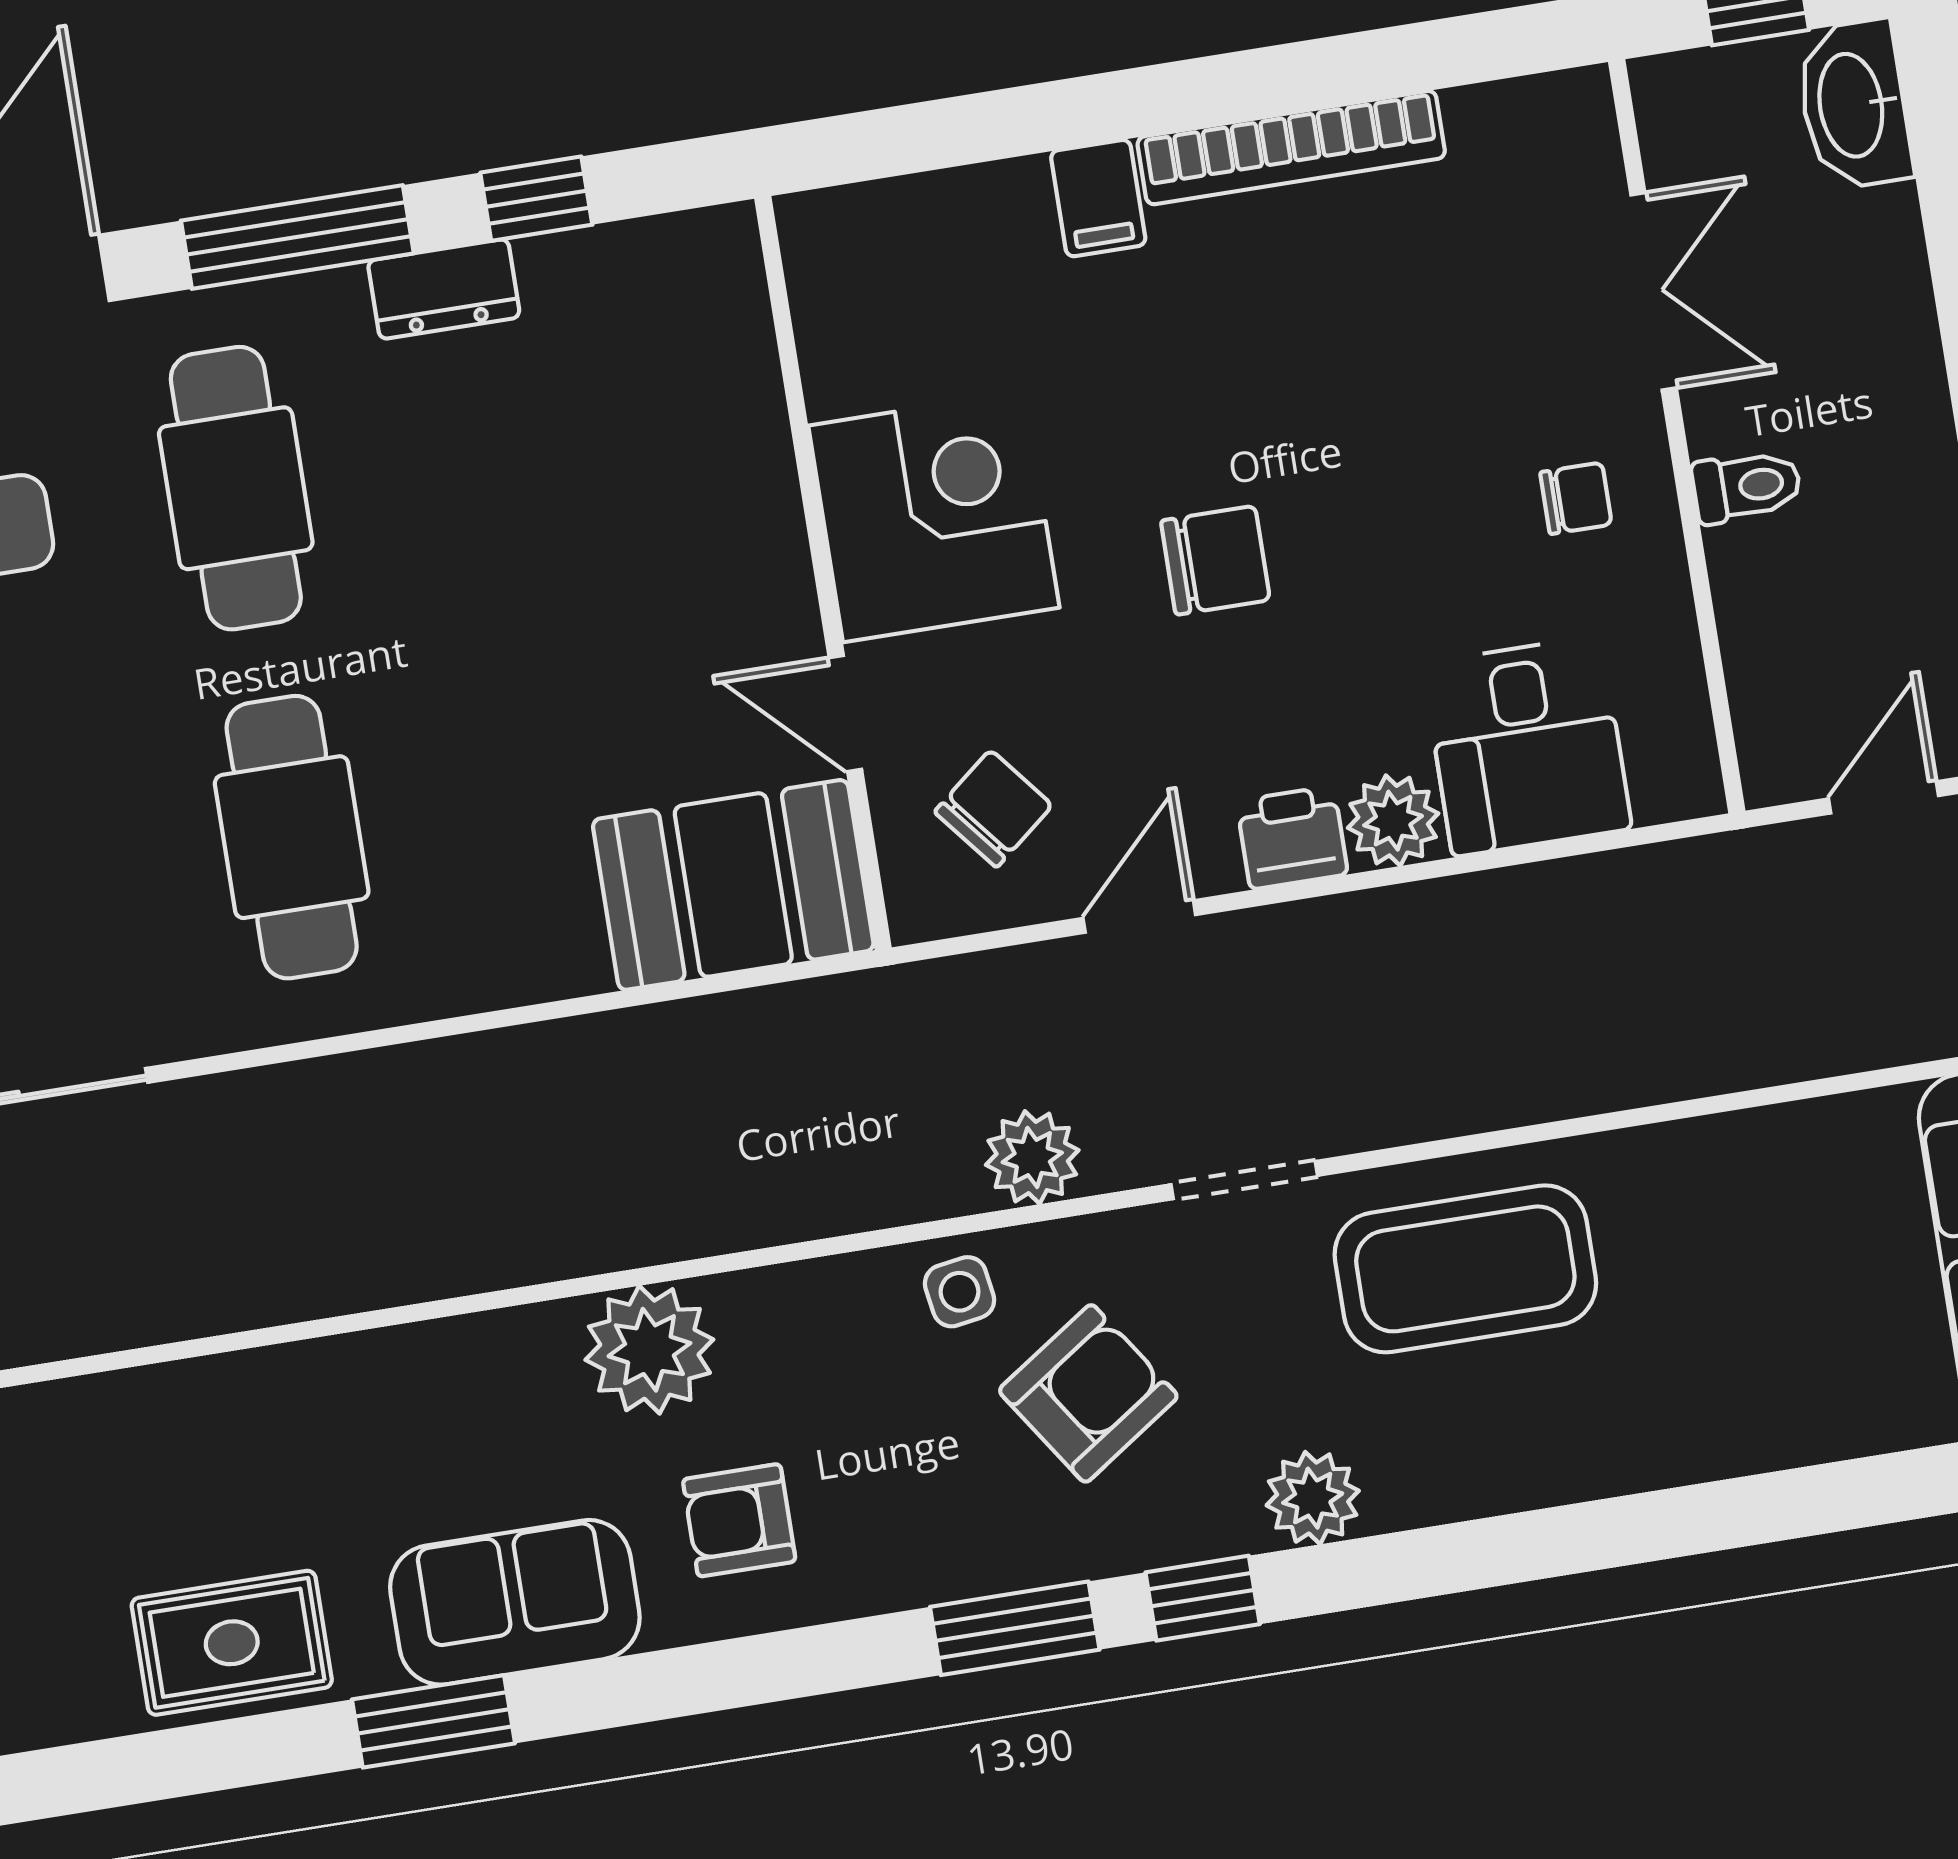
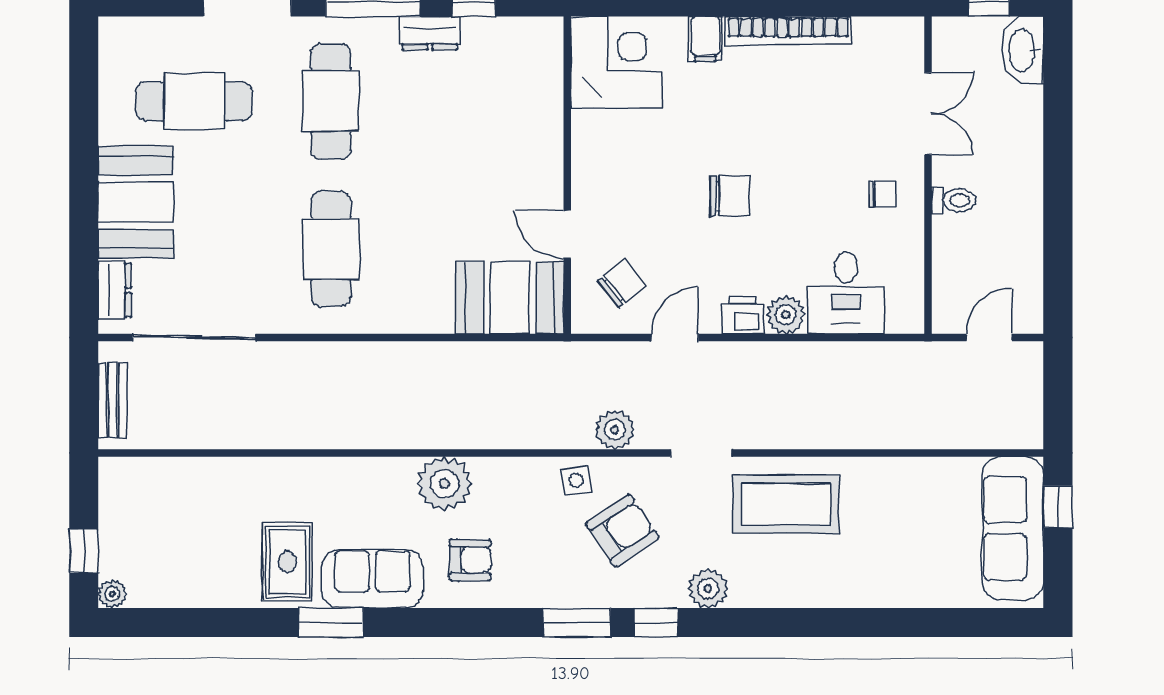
corner desk: (934, 517) -> (617, 62), moved
armchair: (739, 1520) -> (470, 560), turned 180
rug: (232, 1643) -> (287, 562), moved, turned 90

